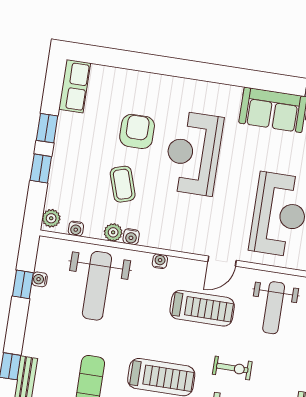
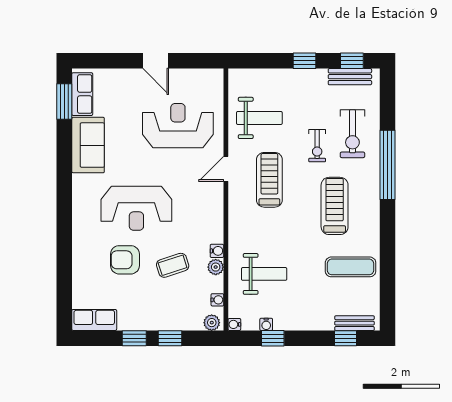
water cooler: (160, 261) -> (234, 324), moved
door: (222, 261) -> (226, 169), swing flipped
weight bench: (97, 286) -> (264, 274), width x0.73, depth x0.75
exercise bike: (232, 368) -> (317, 146), turned 180

